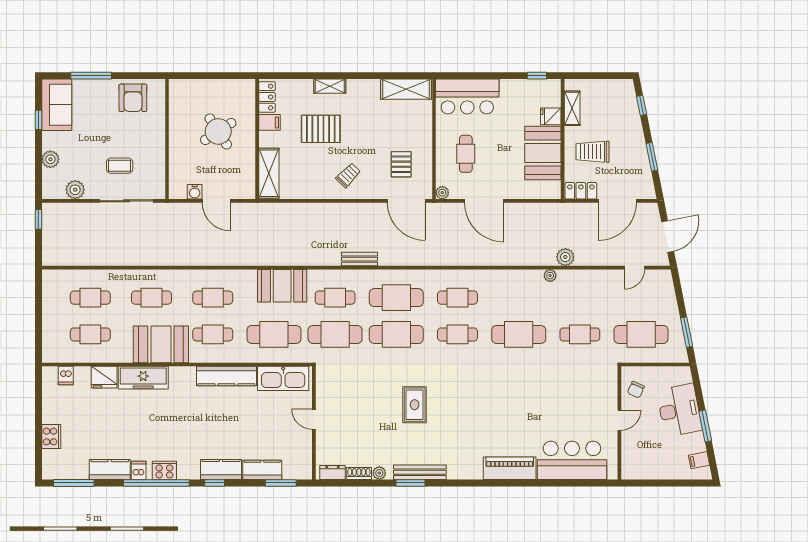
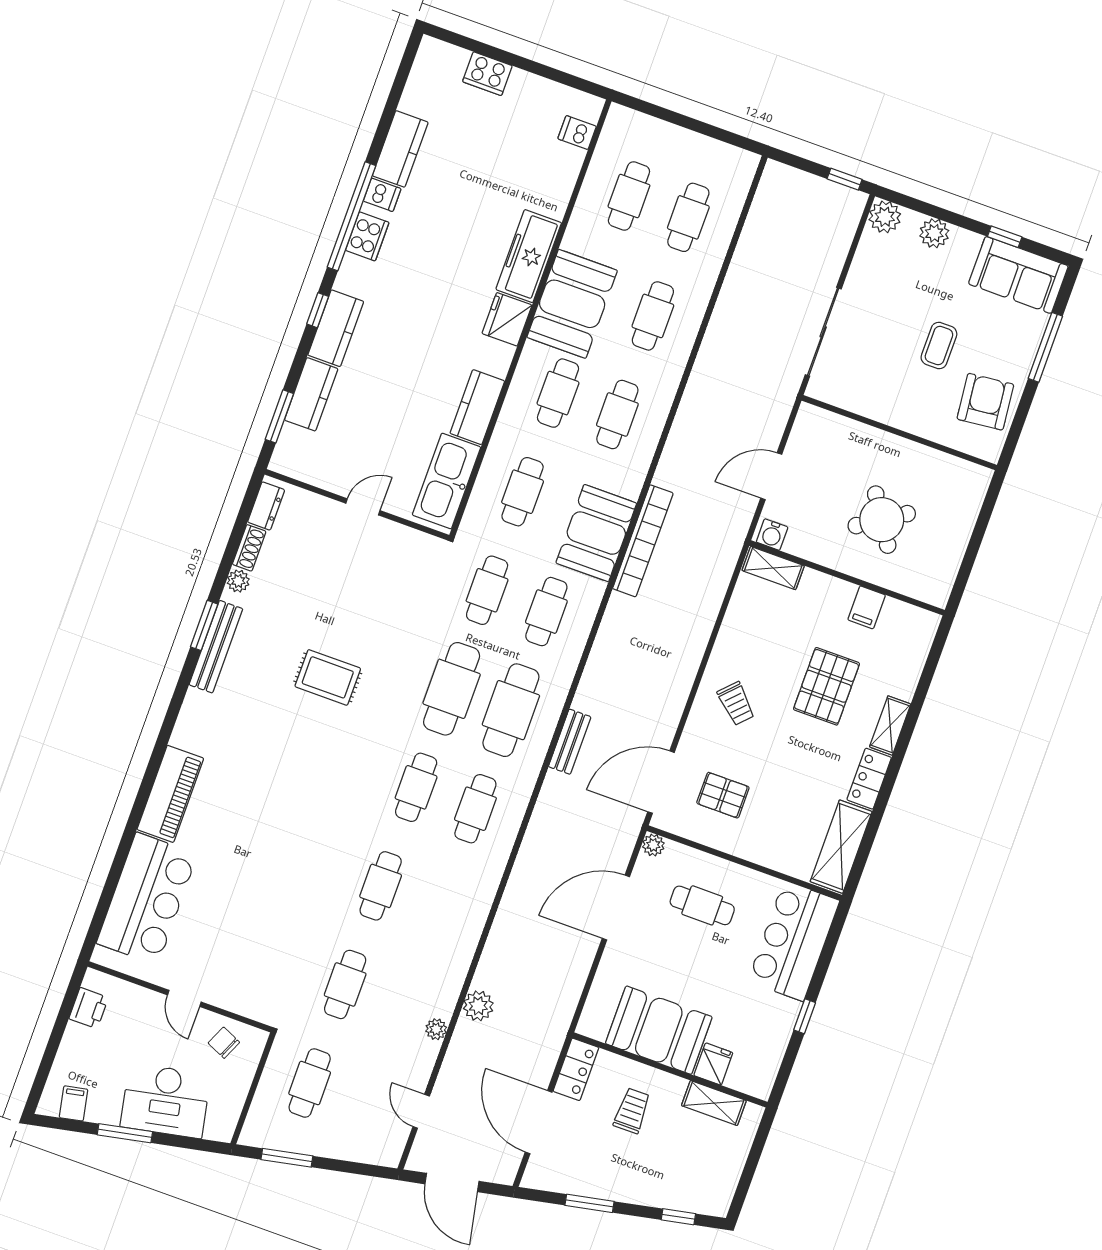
window: (537, 76) -> (805, 1016), moved
locker: (267, 97) -> (869, 779), moved, turned 90
armchair: (133, 98) -> (985, 402), turned 84
trolley: (593, 152) -> (632, 1111), width x0.73, depth x0.72
coffee table: (120, 166) -> (939, 346), moved
shelving: (269, 173) -> (773, 568), width x0.67, depth x0.75
plant: (75, 190) -> (885, 217), moved
water cooler: (195, 192) -> (772, 535), moved, turned -90
bookcase: (277, 259) -> (643, 541), added
bench: (359, 259) -> (570, 742), moved
plant: (550, 276) -> (436, 1029), moved
cafe table: (274, 334) -> (523, 492), width x0.73, depth x0.74
cafe table: (335, 334) -> (487, 590), width x0.73, depth x0.74
cafe table: (519, 334) -> (381, 886), width x0.73, depth x0.74
cafe table: (641, 334) -> (310, 1083), width x0.73, depth x0.74
kitchen counter: (226, 376) -> (477, 407), width x0.67
fridge: (104, 377) -> (507, 319), moved
printer: (644, 471) -> (89, 1008), added
window: (74, 483) -> (399, 83), removed

